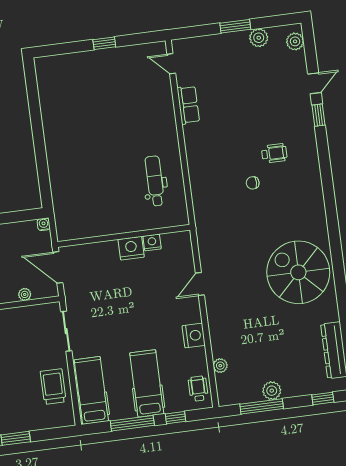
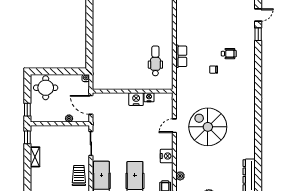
row of seats: (188, 105) -> (181, 56), moved
spiral stairs: (298, 272) -> (208, 127), moved

